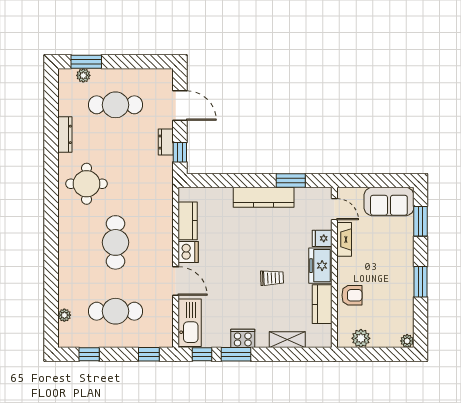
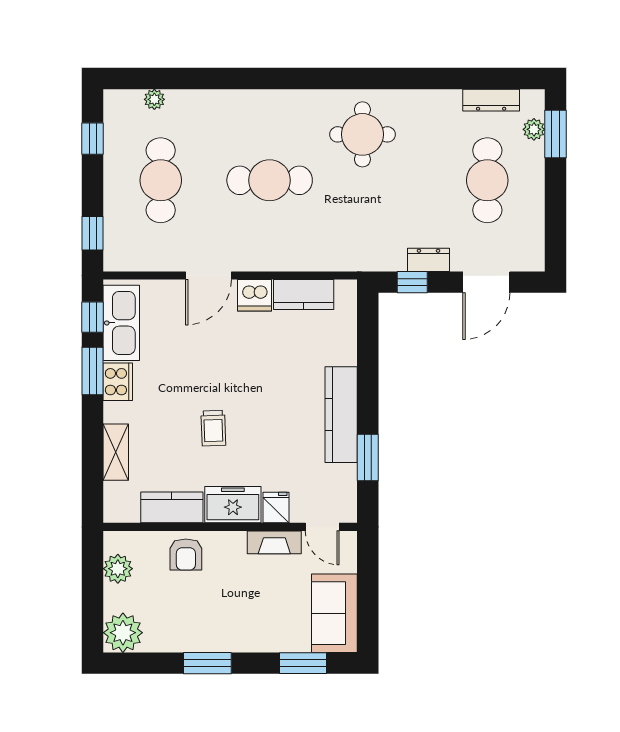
dresser: (65, 134) -> (491, 100), moved
door: (334, 209) -> (322, 527), hinge flipped
kitchen sink: (190, 323) -> (121, 323), moved, turned -90
plant: (407, 341) -> (123, 633), width x1.87, depth x1.87

